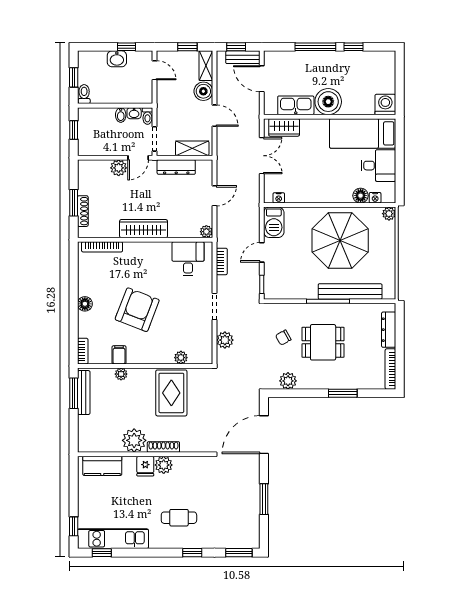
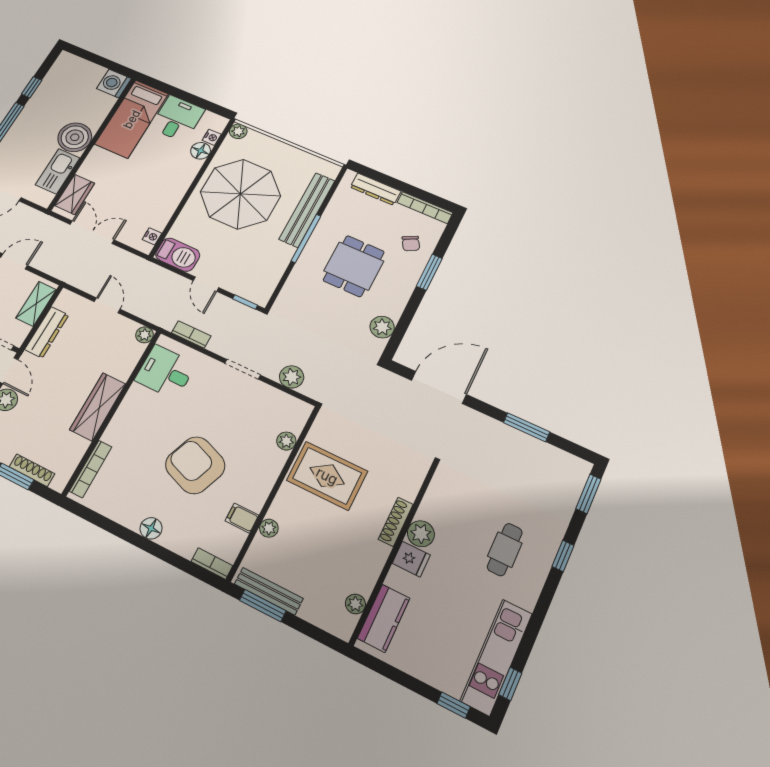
chair: (283, 338) -> (411, 243), moved
door: (264, 435) -> (439, 387), swing flipped
plant: (134, 440) -> (355, 604), moved, width x0.53, depth x0.53

